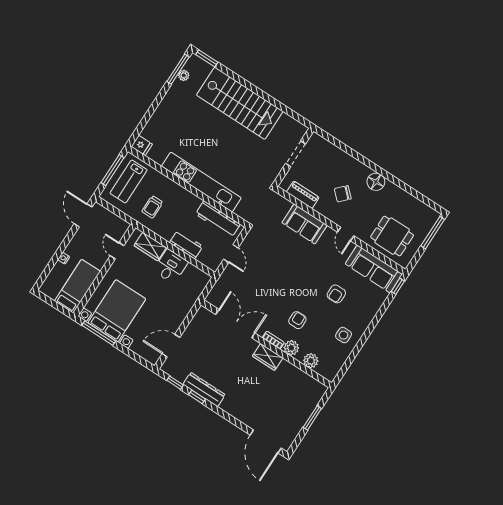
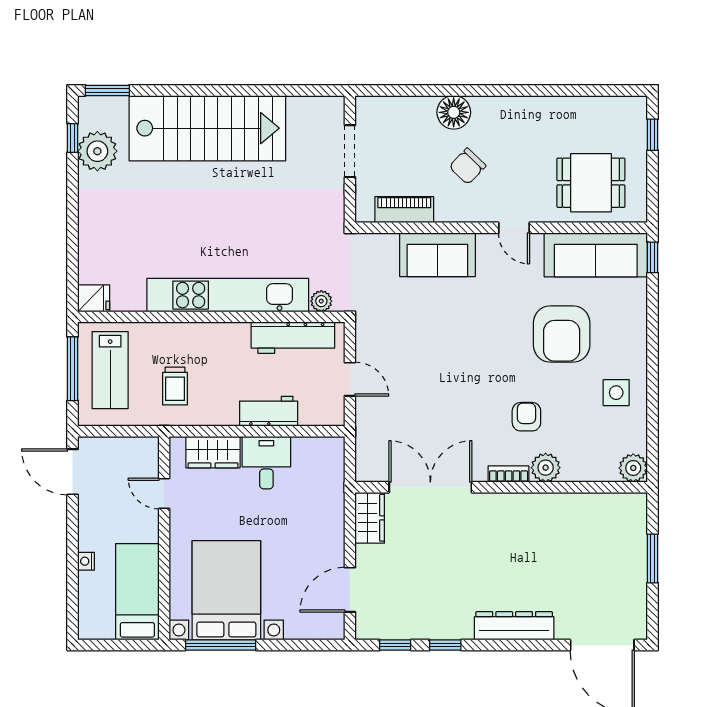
window: (178, 69) -> (73, 138), width x0.46
plant: (184, 75) -> (97, 151), width x1.88, depth x1.88
floor lamp: (376, 182) -> (454, 112), moved
plant: (241, 211) -> (321, 301), added
window: (433, 233) -> (653, 135), width x0.46
armchair: (336, 294) -> (562, 334), width x1.88, depth x1.88
wardrobe: (268, 357) -> (370, 518), moved, turned -90
plant: (311, 361) -> (633, 468), moved
dresser: (204, 390) -> (514, 626), moved

